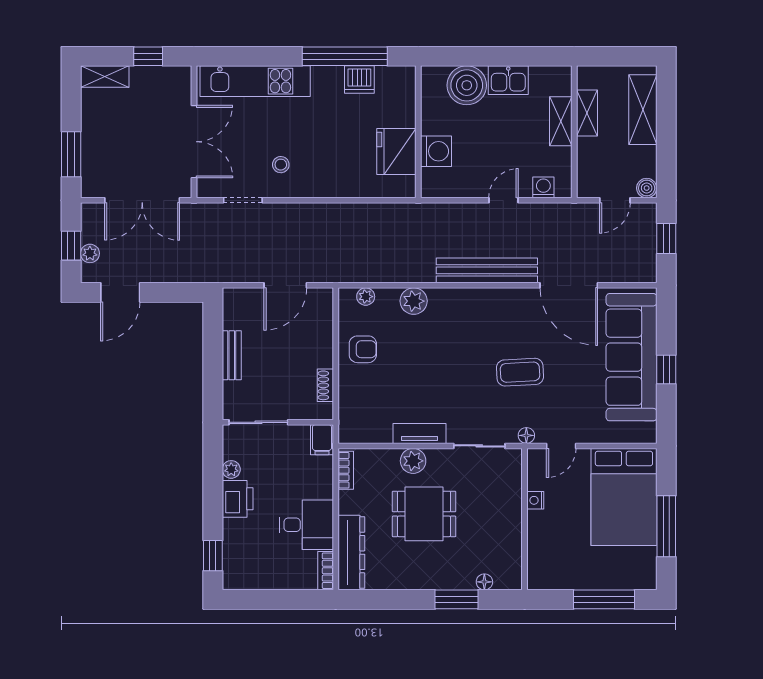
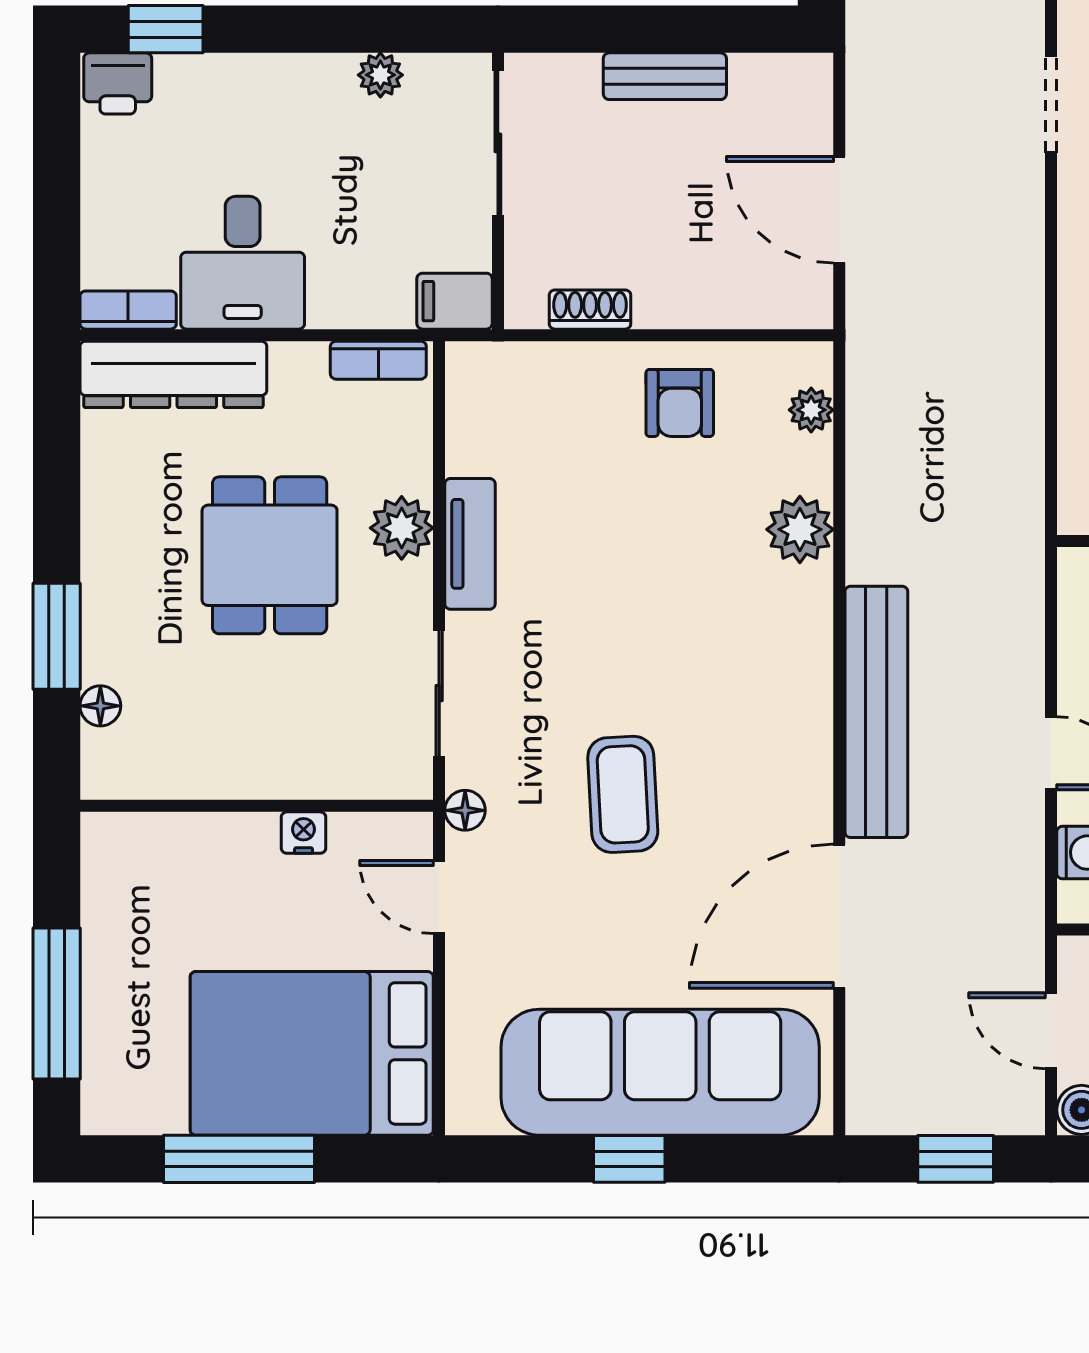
printer: (238, 499) -> (118, 83), moved, width x0.73, depth x0.81

